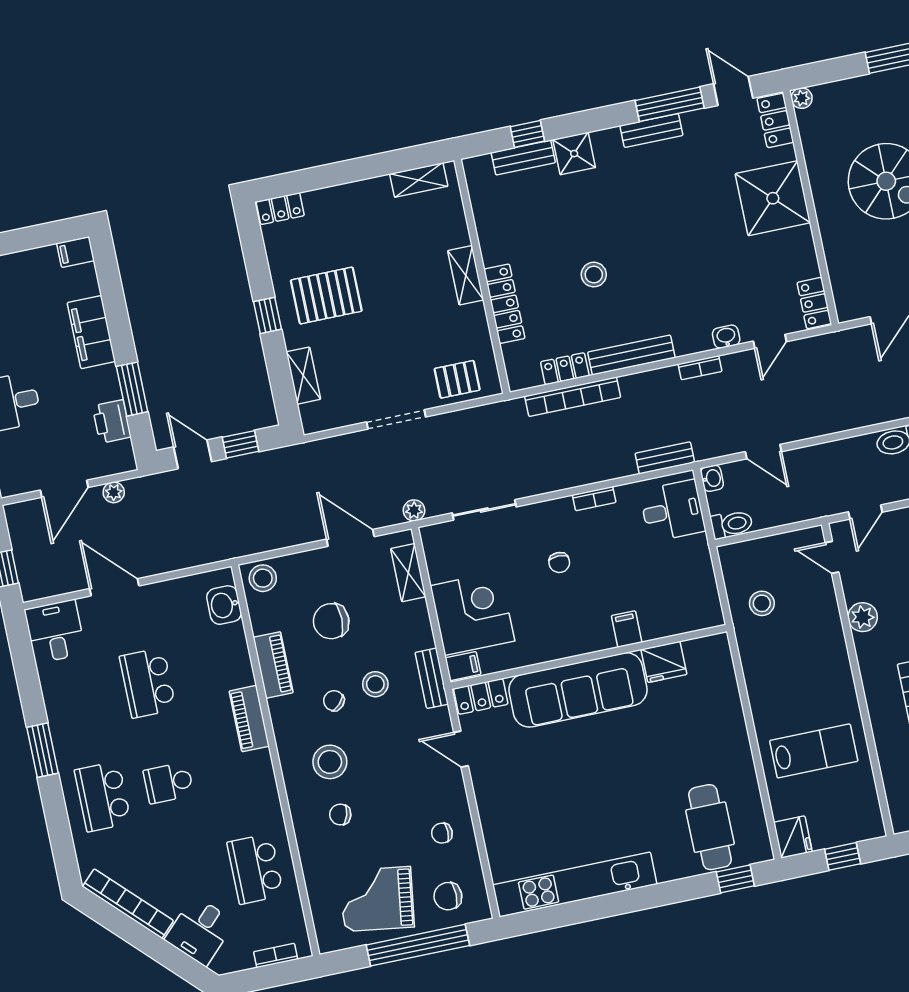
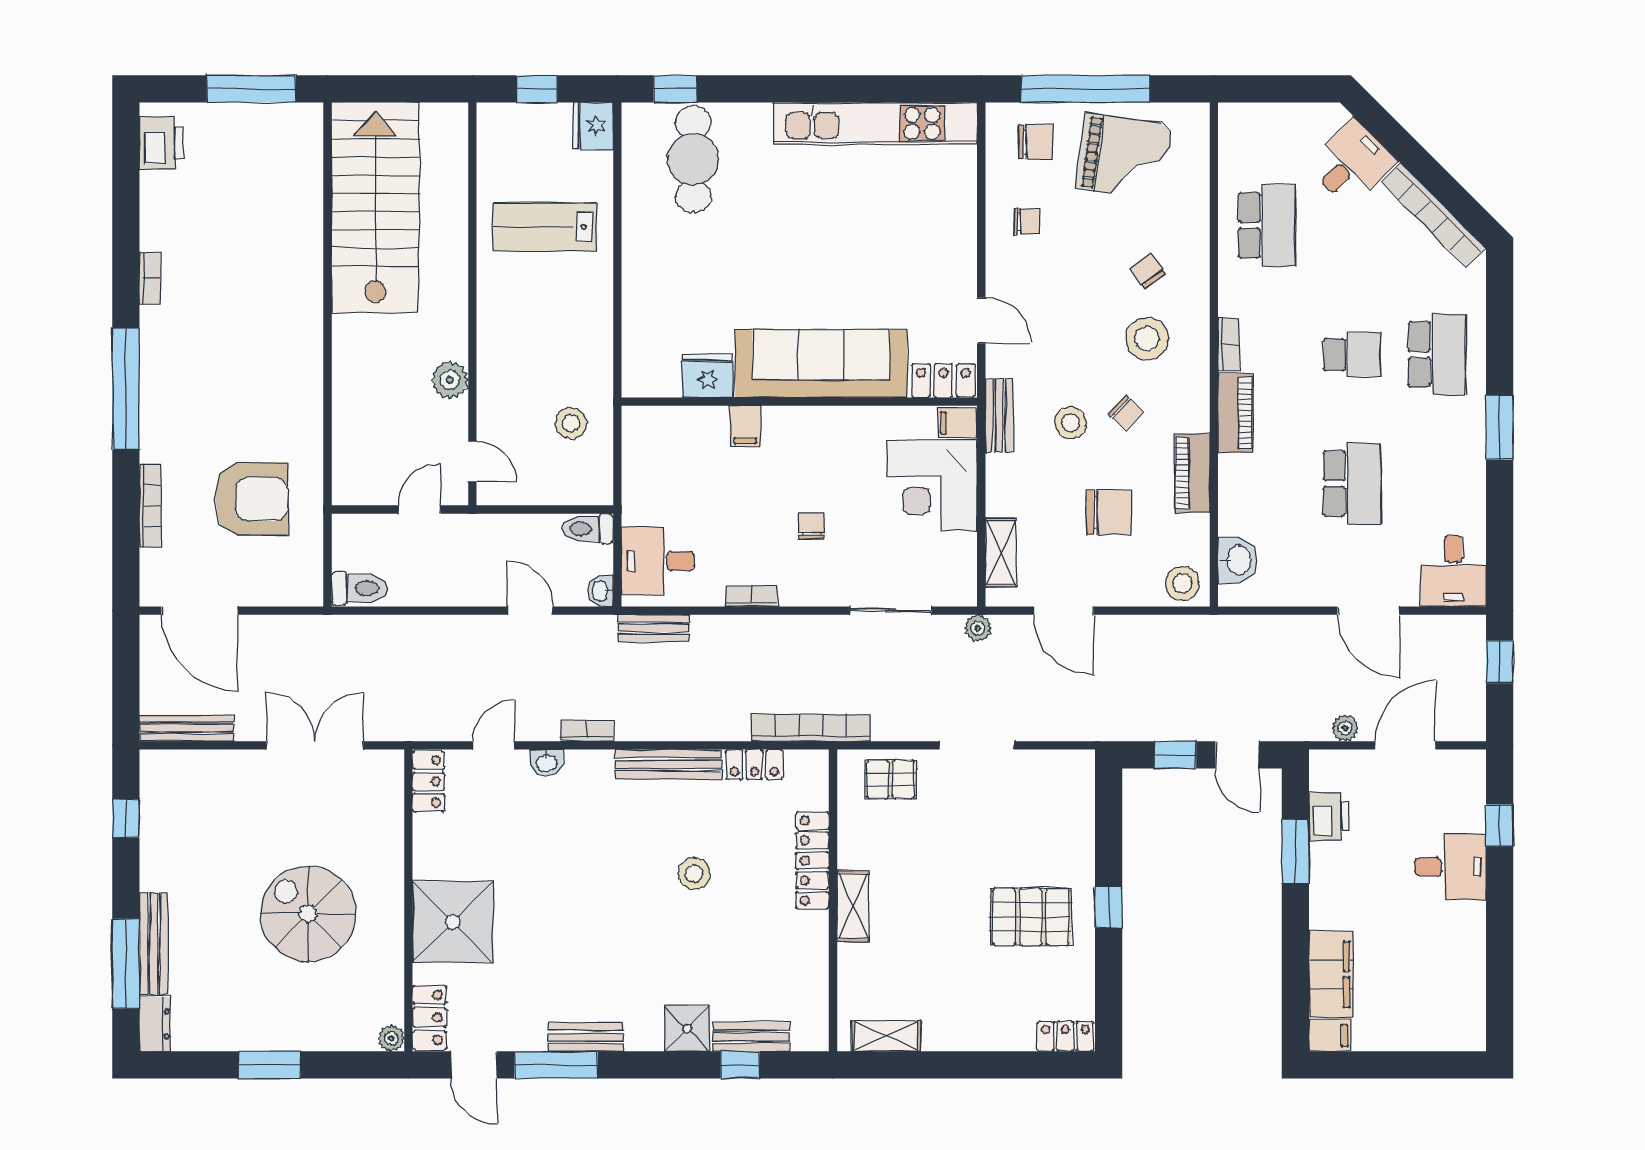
filing cabinet: (91, 332) -> (1331, 974), moved
shelving: (303, 376) -> (1080, 824), removed
bookcase: (573, 397) -> (811, 728), moved
chair: (340, 815) -> (1148, 271), turned -143
bookcase: (276, 955) -> (1228, 344), moved, turned -90

